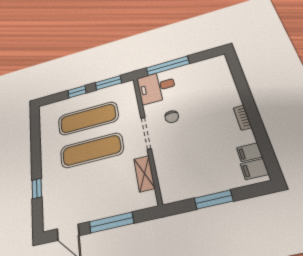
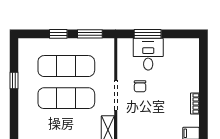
window: (168, 66) -> (148, 34), width x0.69
desk: (156, 87) -> (148, 54), moved, turned 90
window: (37, 188) -> (14, 81), moved

